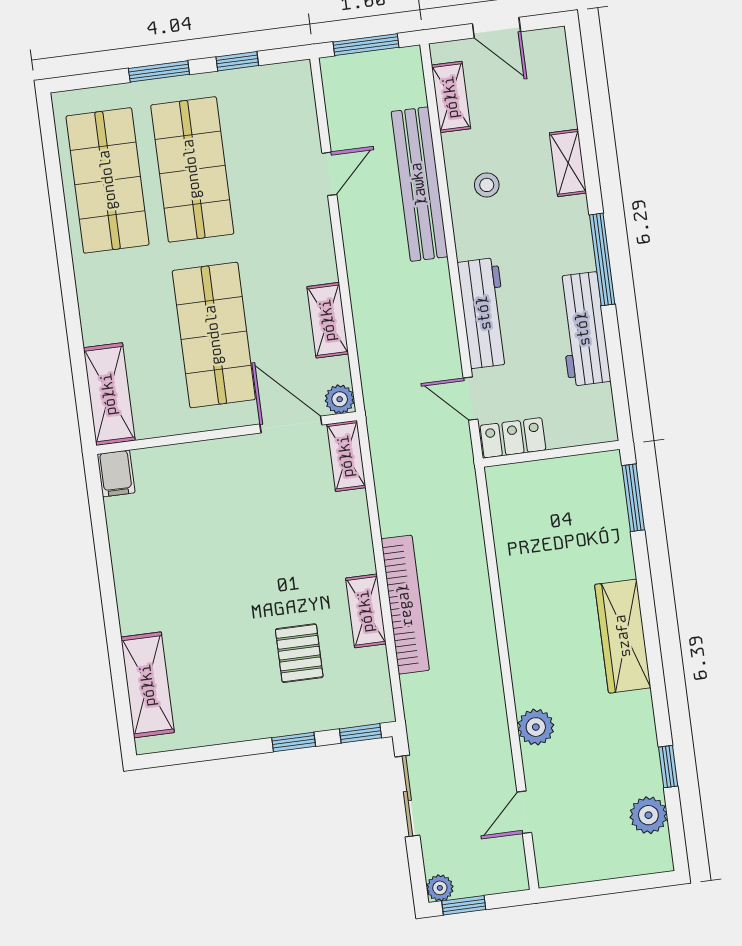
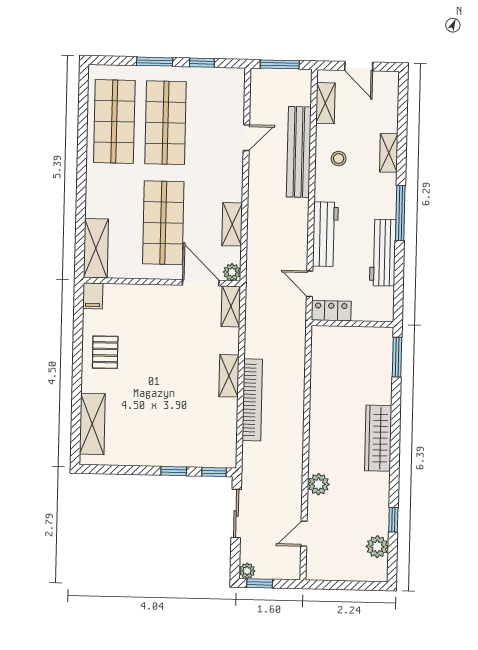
shelving: (366, 611) -> (229, 376), moved
pallet: (299, 653) -> (105, 352), moved

